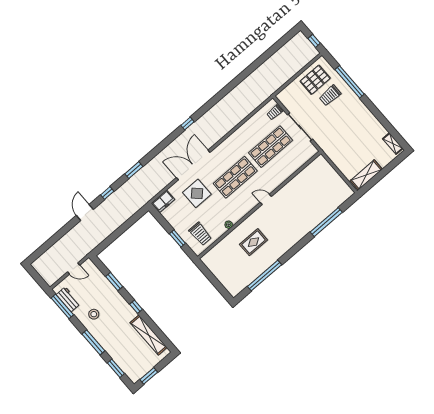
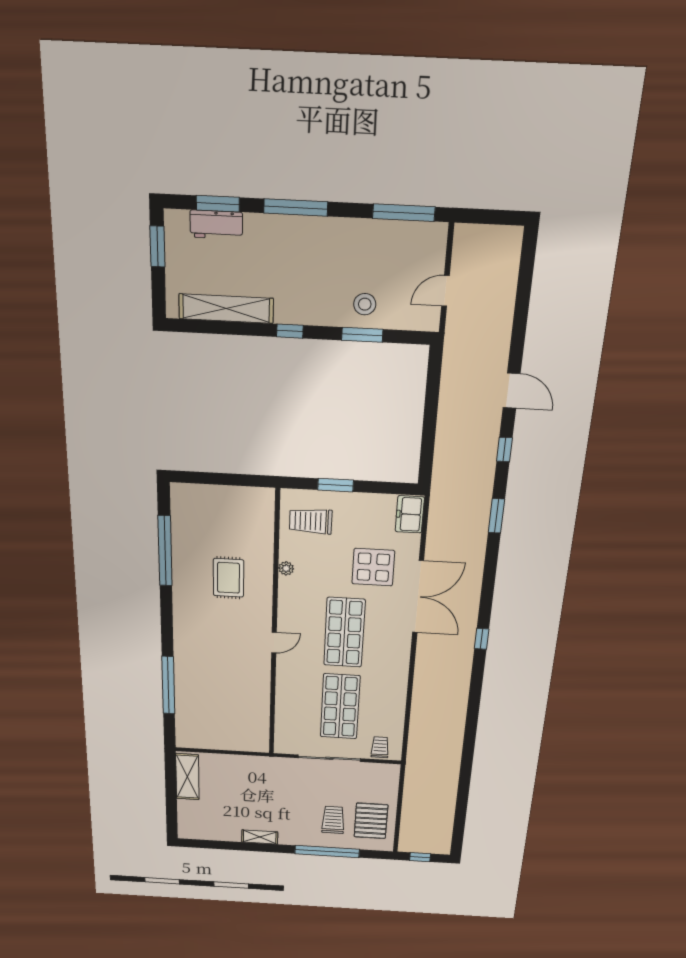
shelving: (393, 144) -> (260, 837), moved
workbench: (68, 299) -> (216, 225), moved
stool: (94, 314) -> (365, 304), moved

